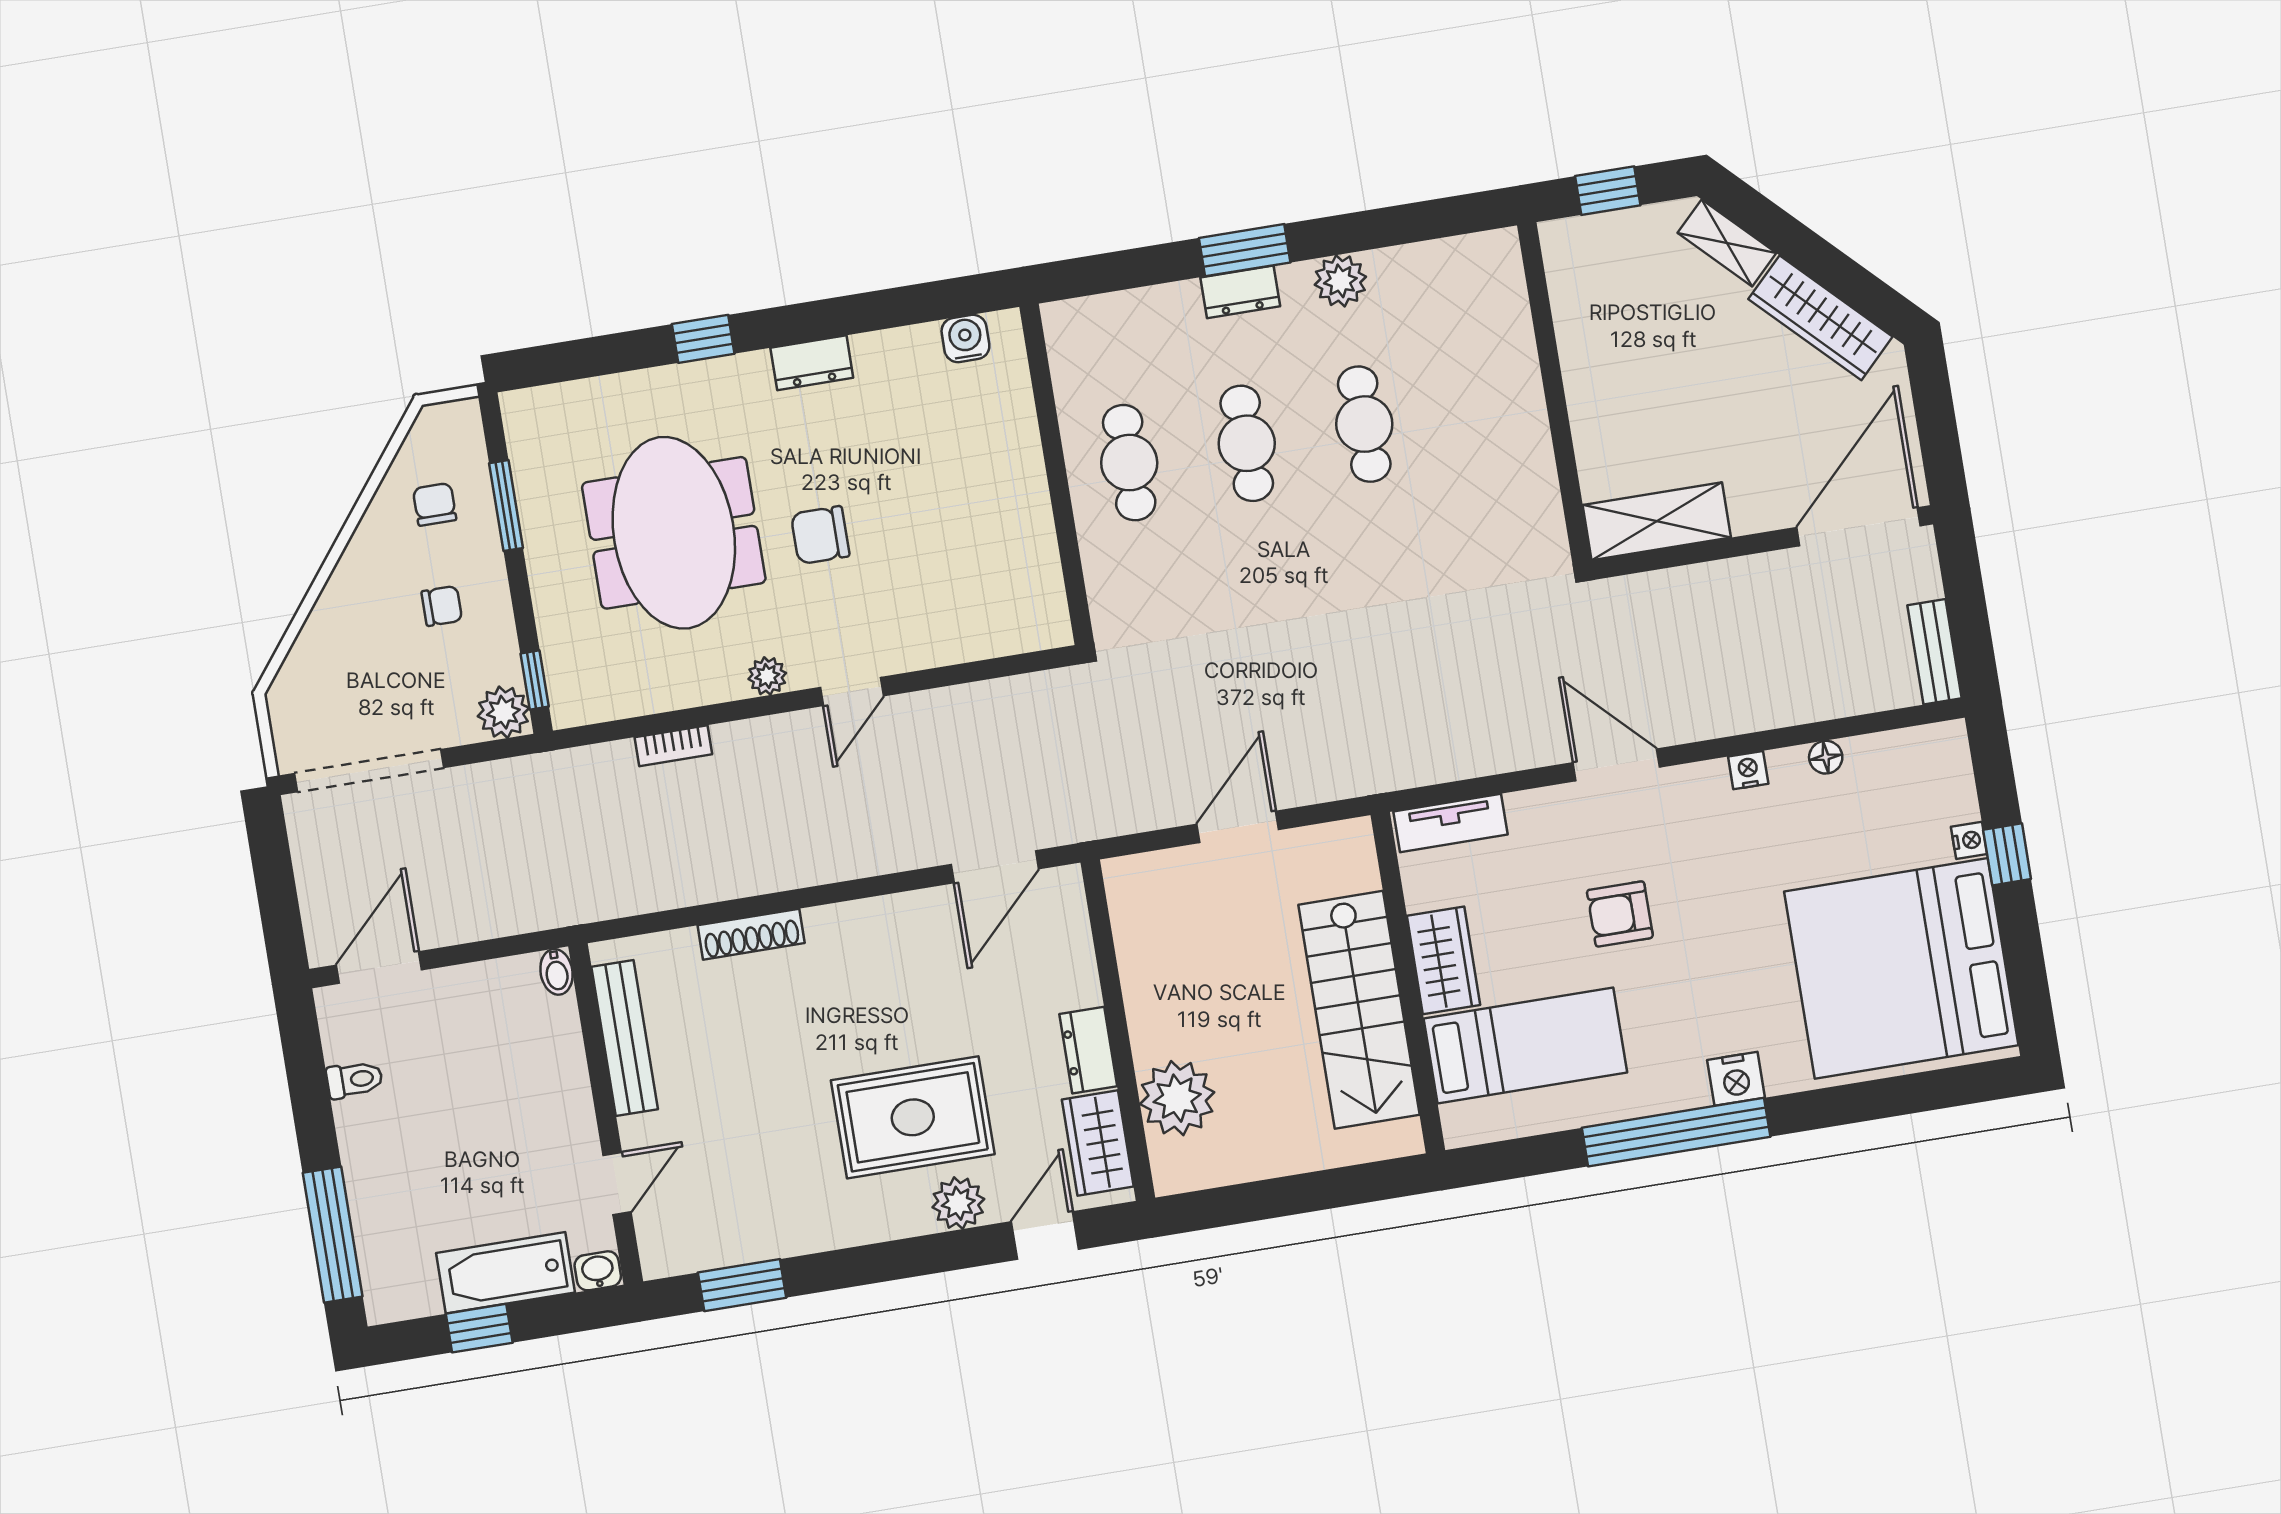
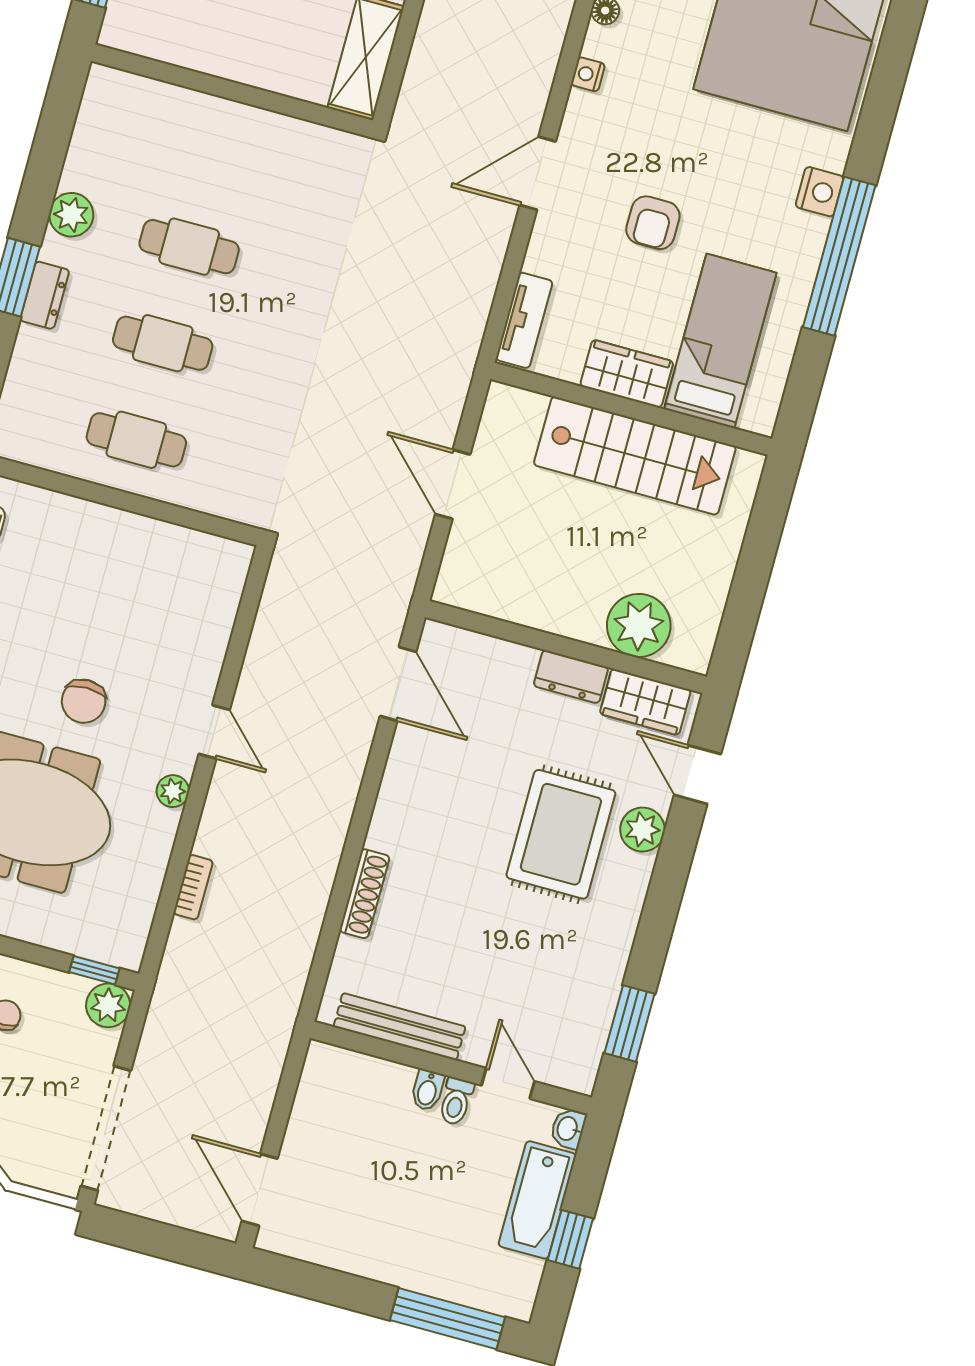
bidet: (556, 972) -> (428, 1090), moved, turned 90
toilet: (354, 1080) -> (456, 1101), moved, turned 180

